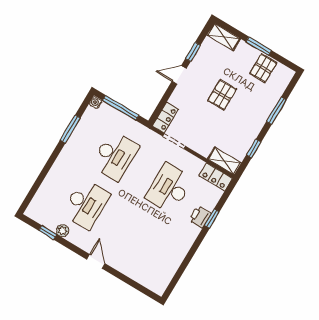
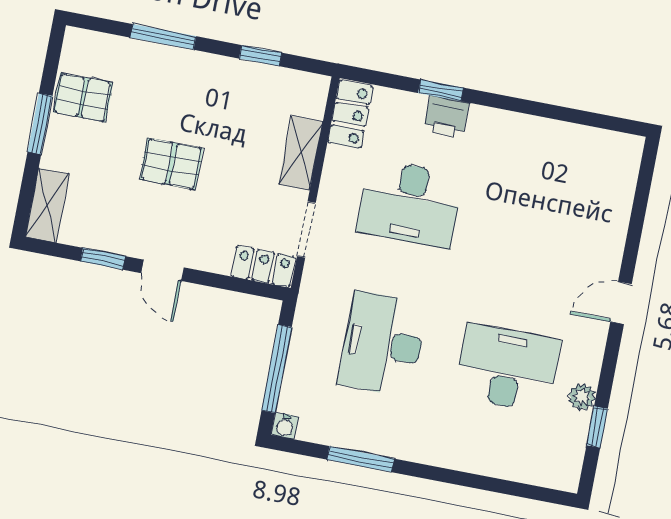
desk: (115, 156) -> (383, 344), turned -90
shelving: (224, 161) -> (301, 153), moved

